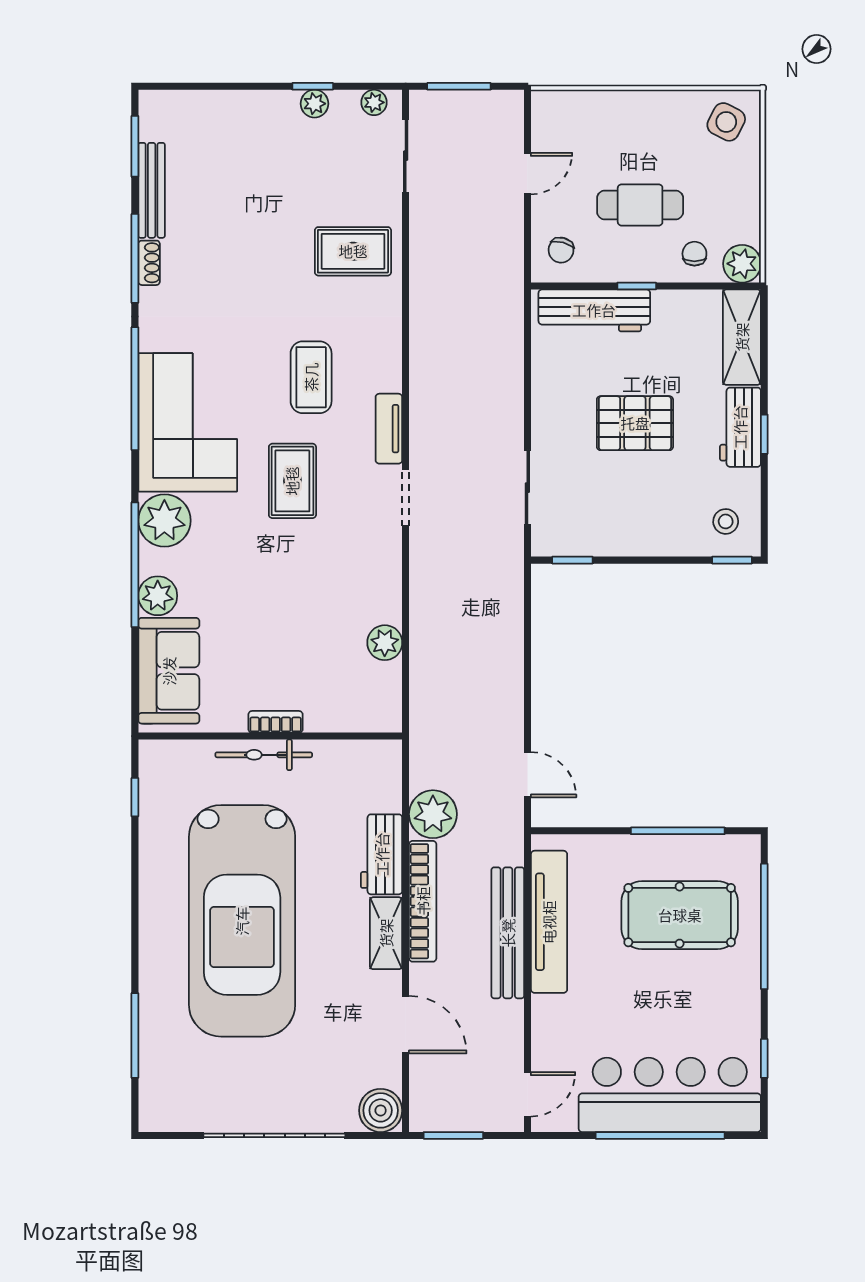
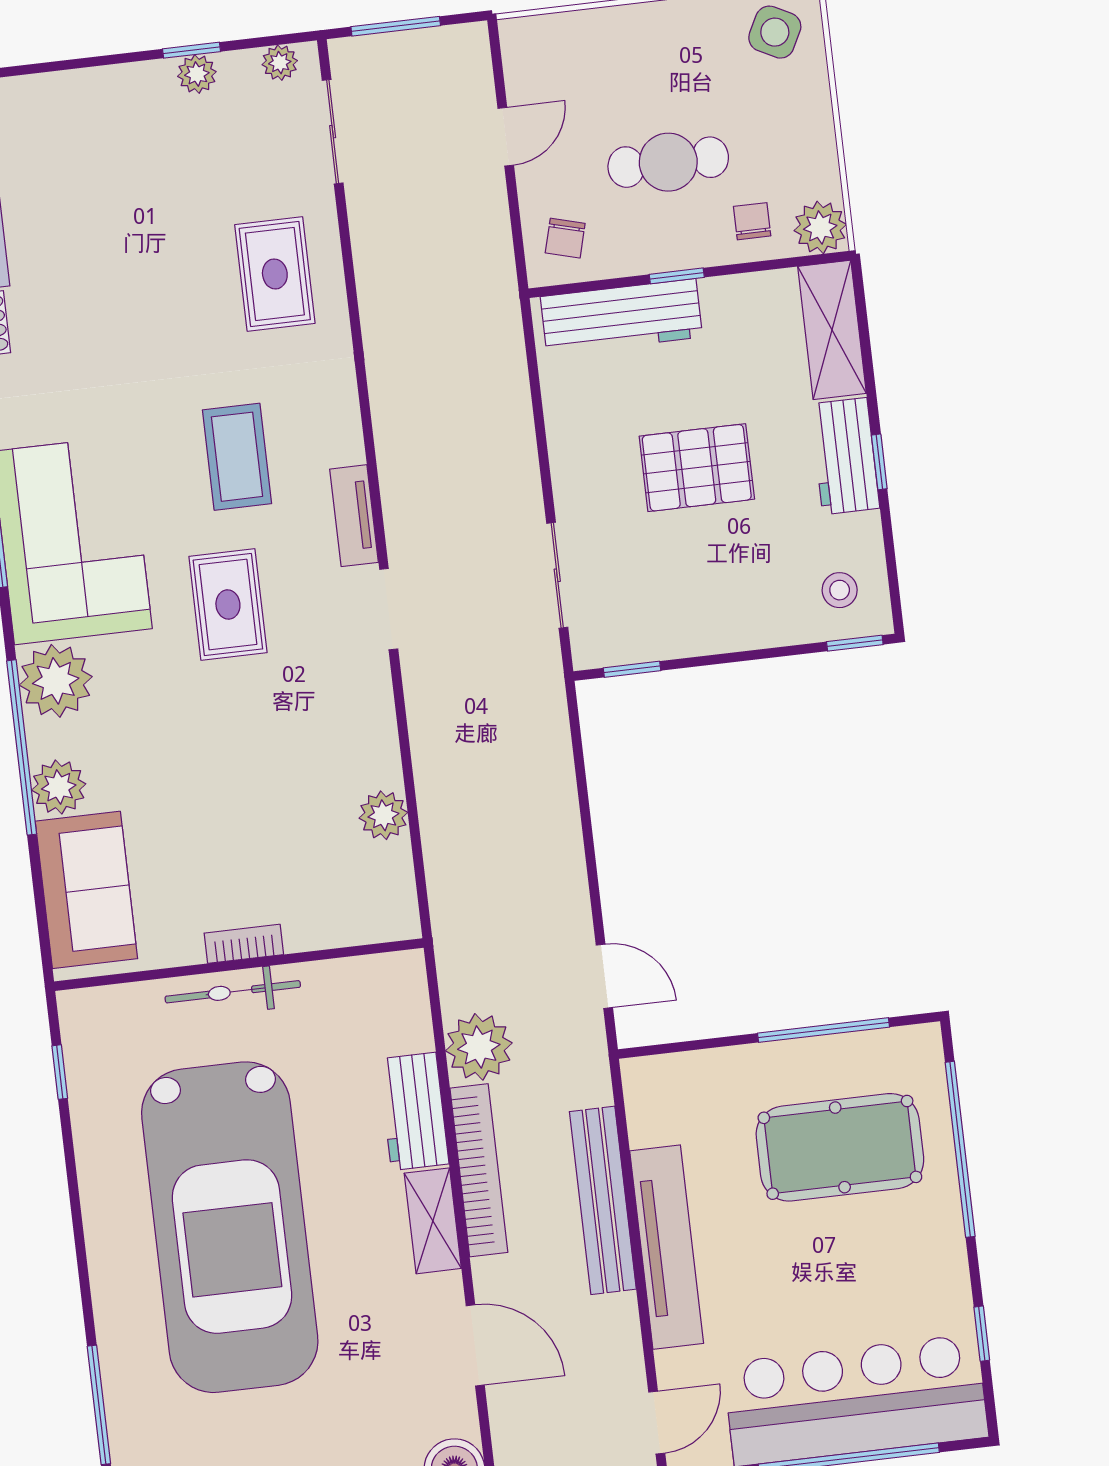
rug: (353, 251) -> (275, 274), turned 90
tv unit: (549, 922) -> (667, 1247), moved

